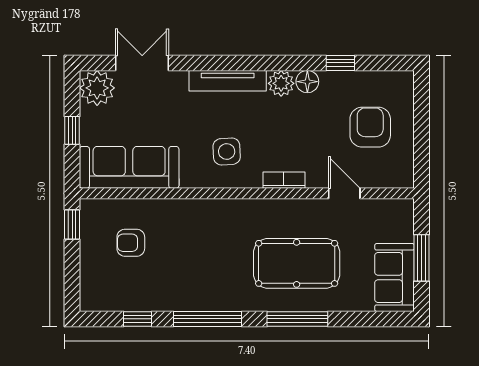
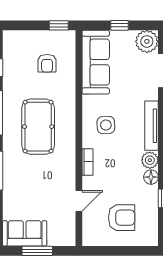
armchair: (131, 243) -> (47, 63), turned 180
pool table: (297, 263) -> (38, 127), moved

